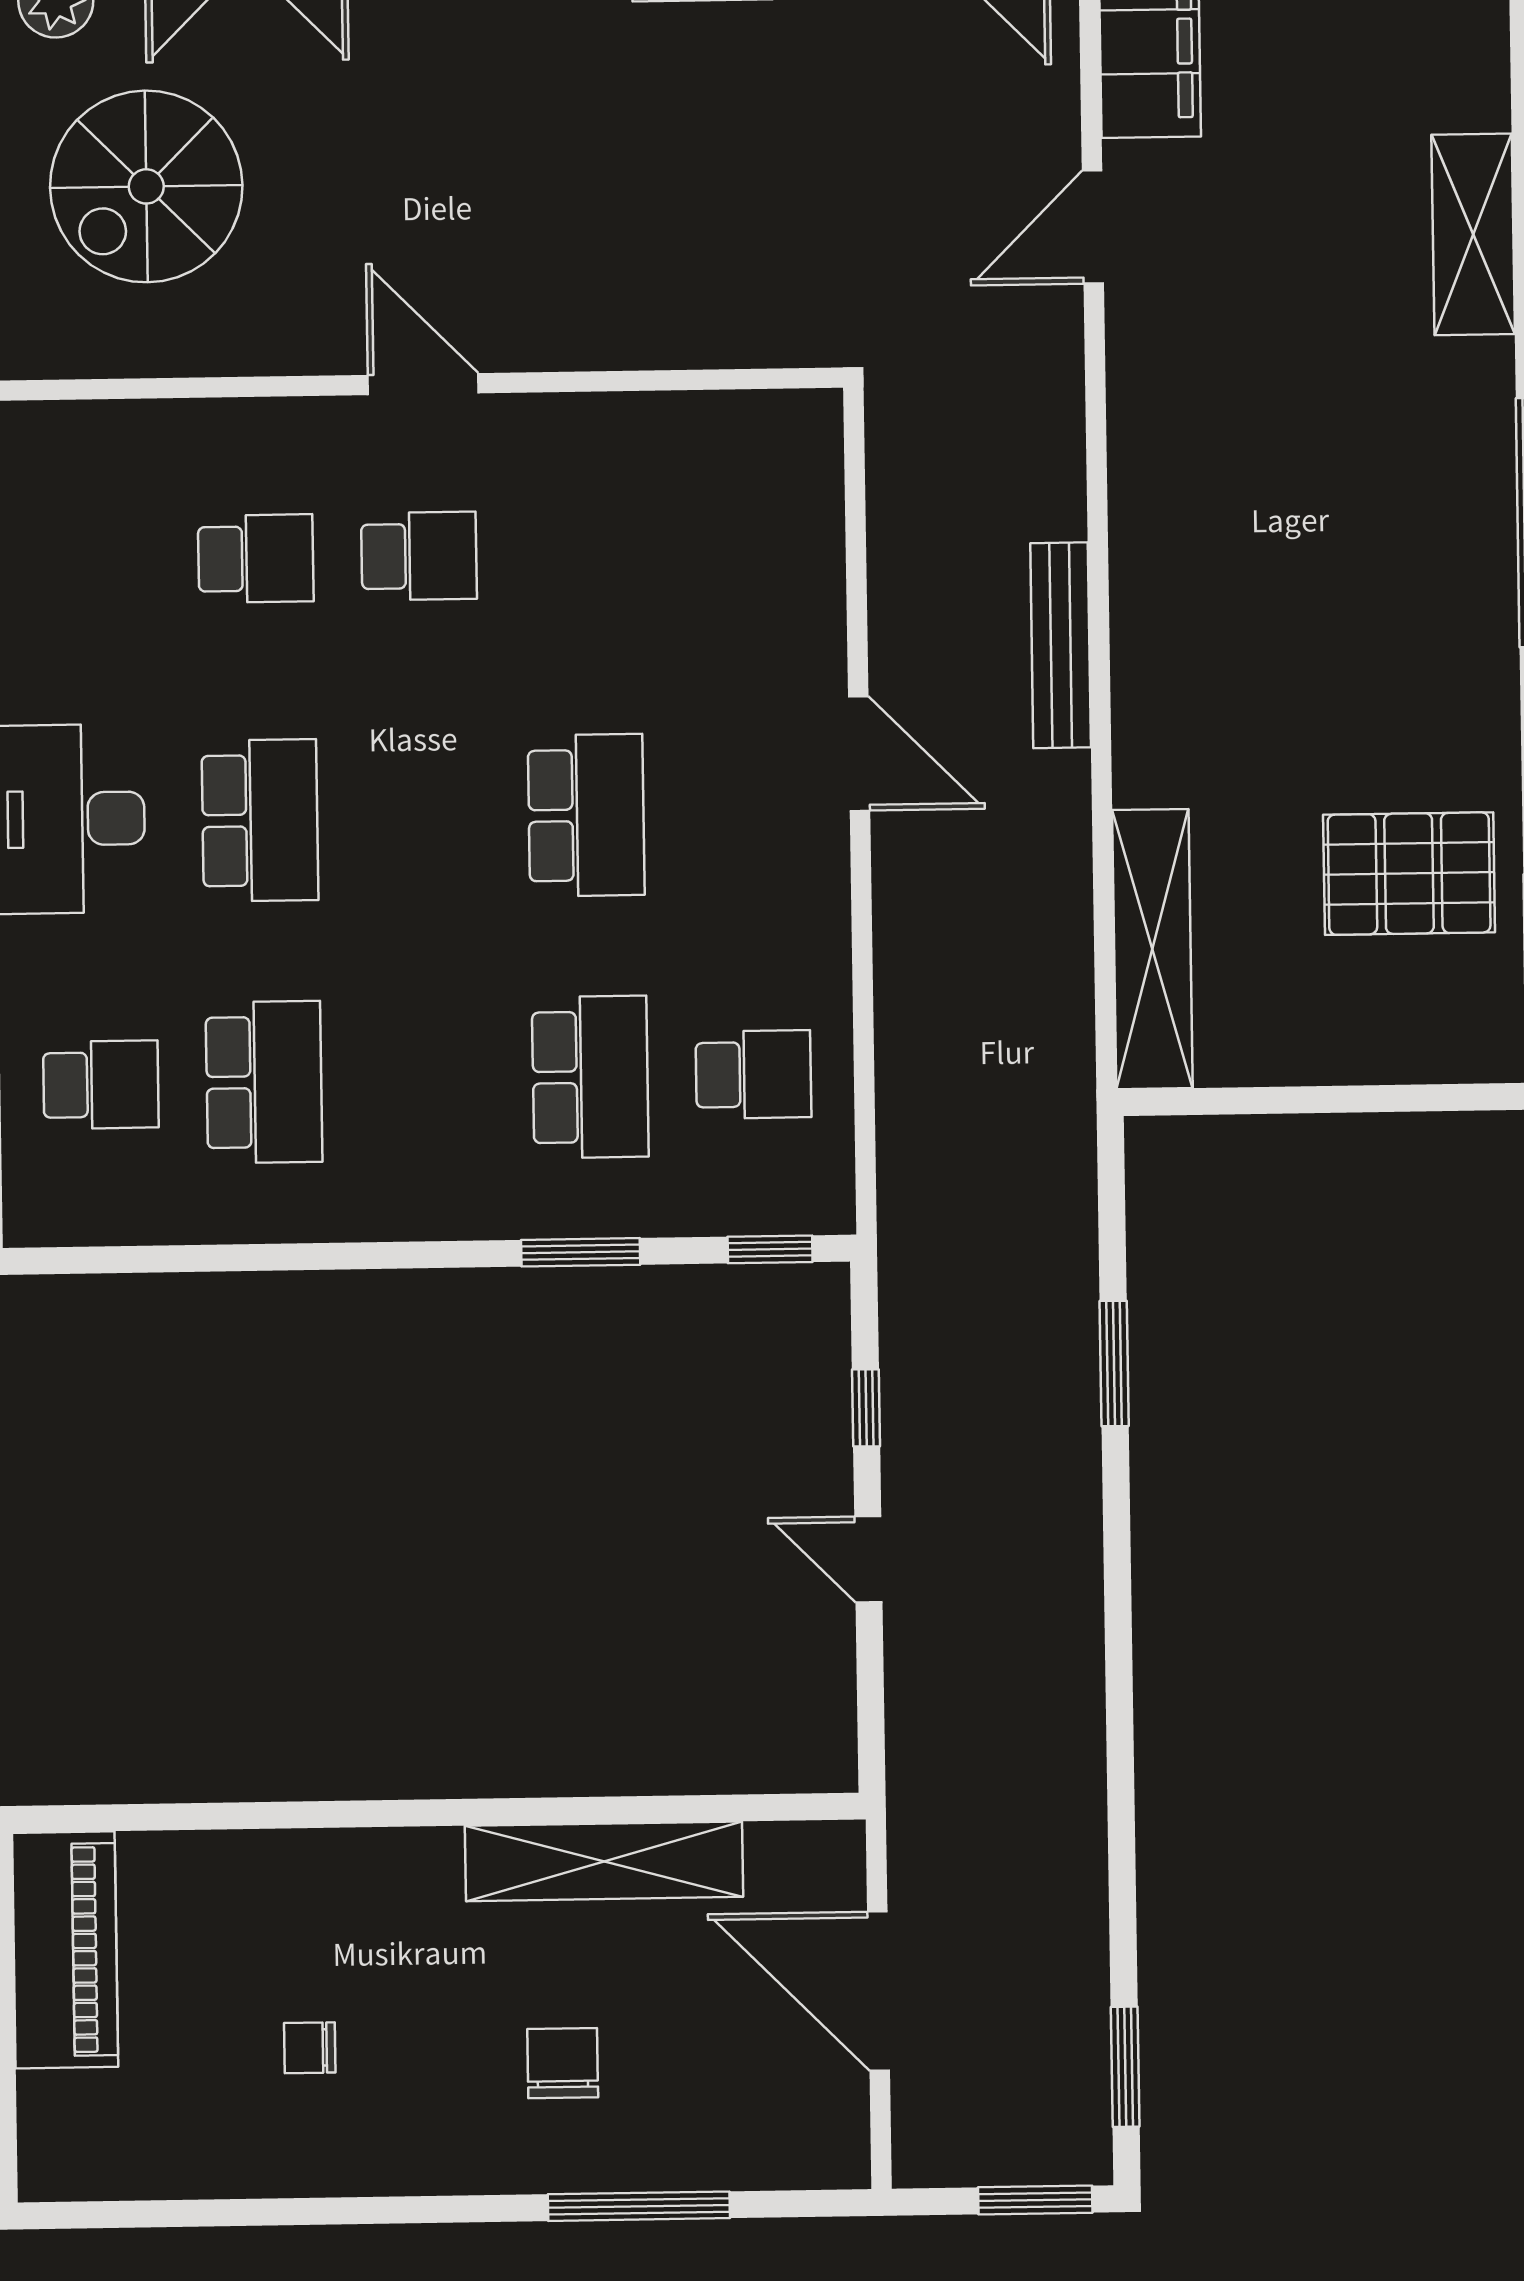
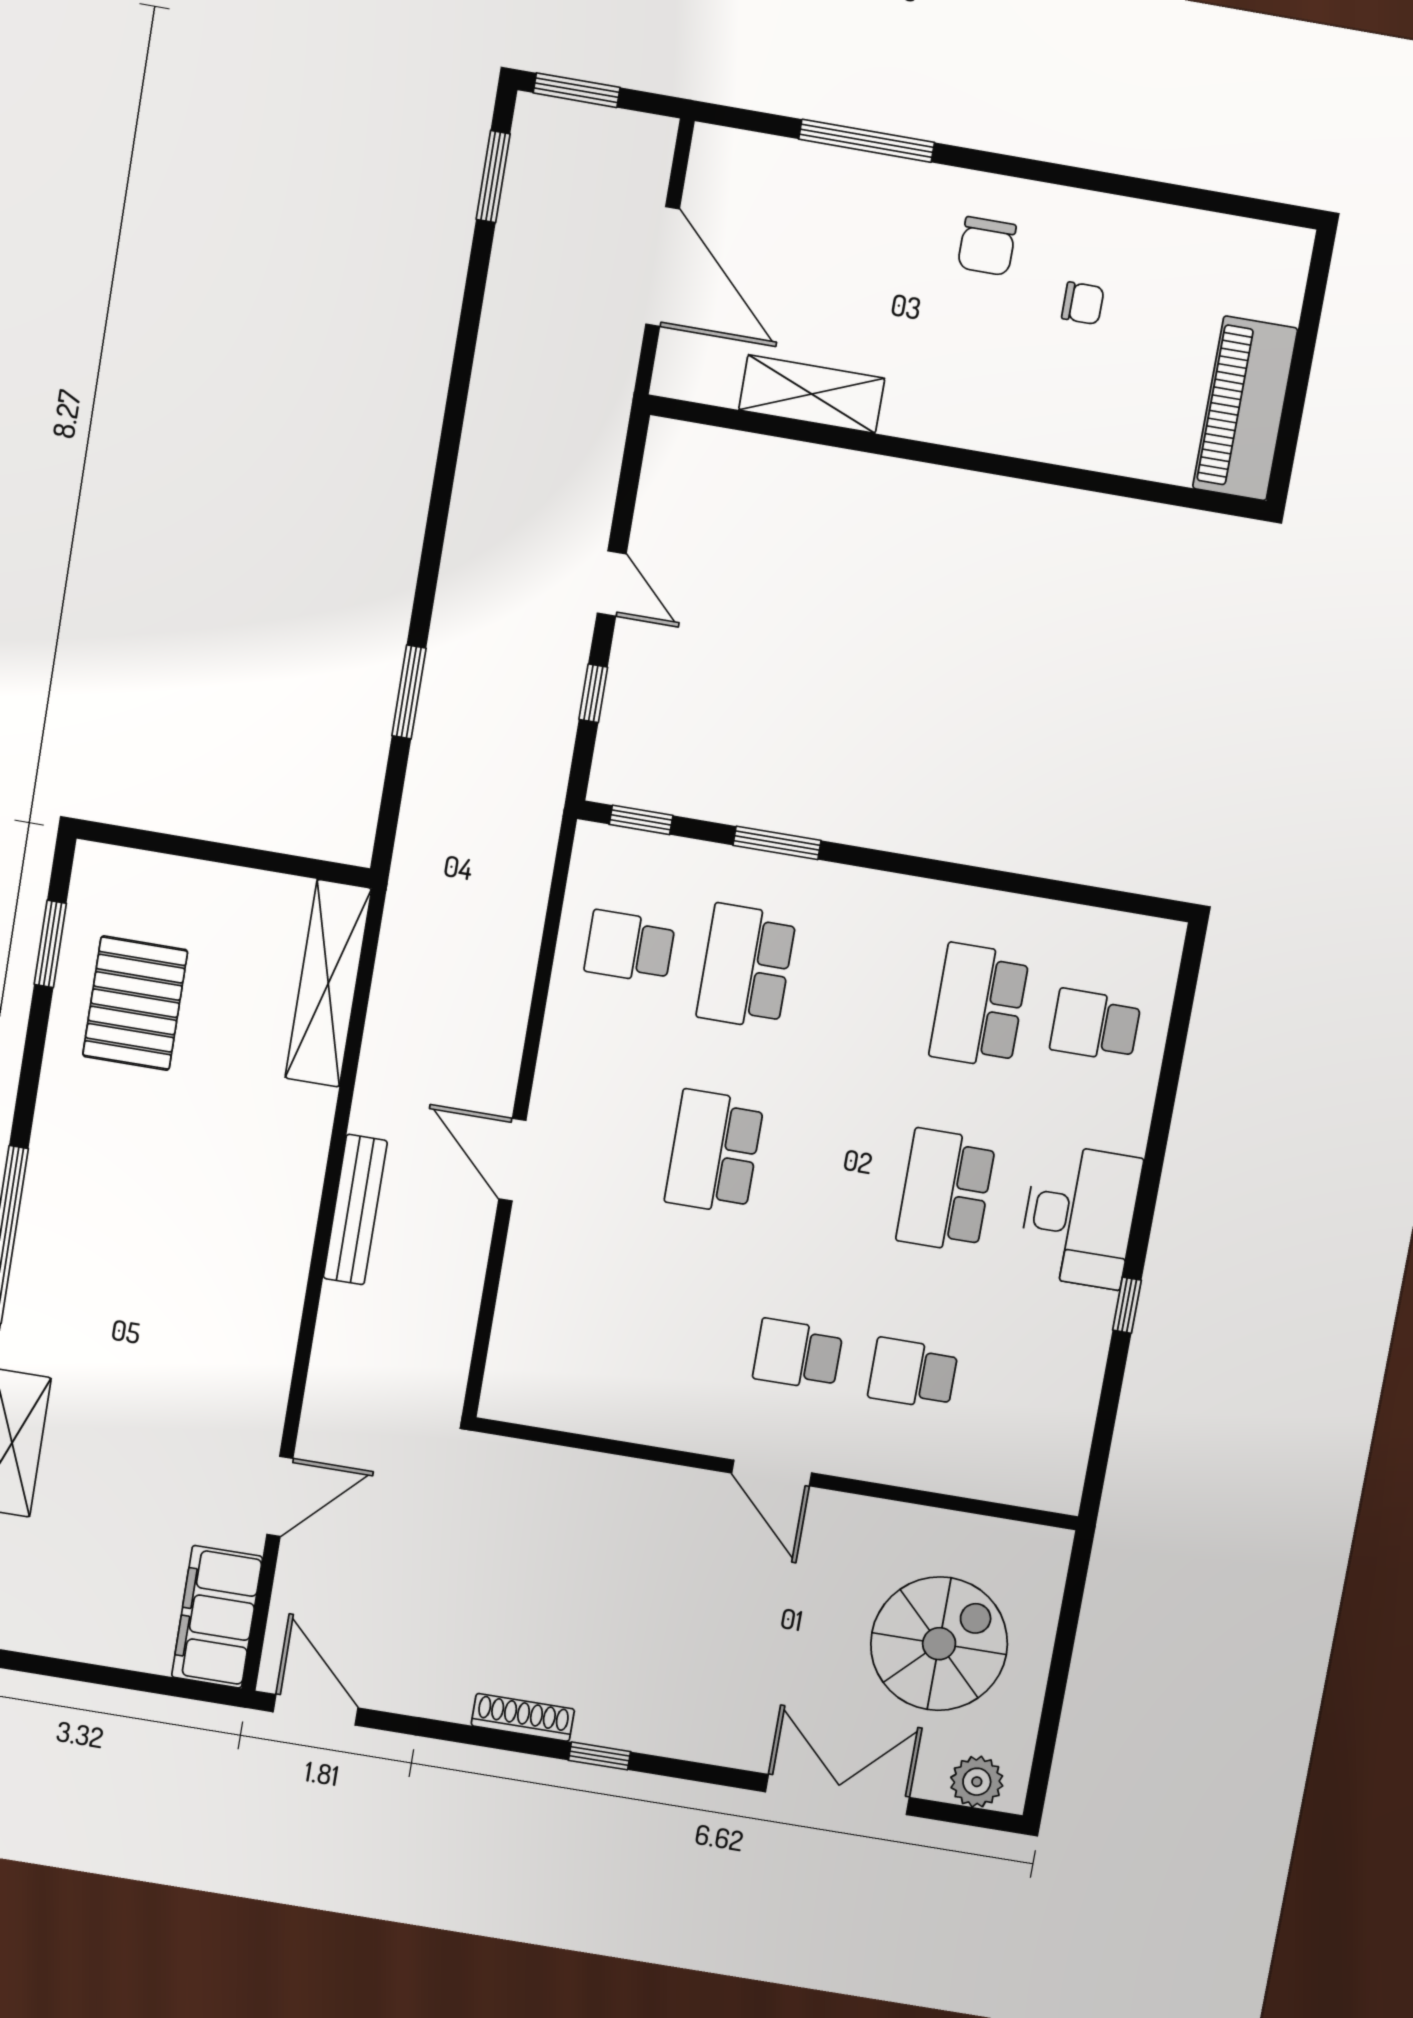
pallet: (1409, 874) -> (135, 1003), turned 90
shelving: (604, 1861) -> (812, 394), width x0.68
chair: (563, 2063) -> (987, 246), moved

